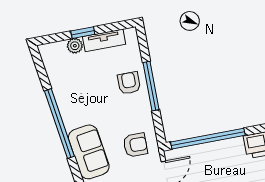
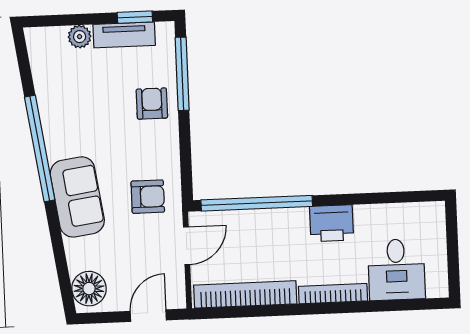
window: (83, 33) -> (135, 17), moved
window: (151, 86) -> (182, 74), moved

